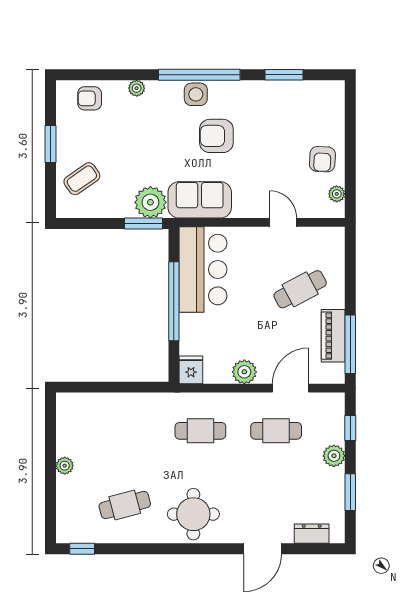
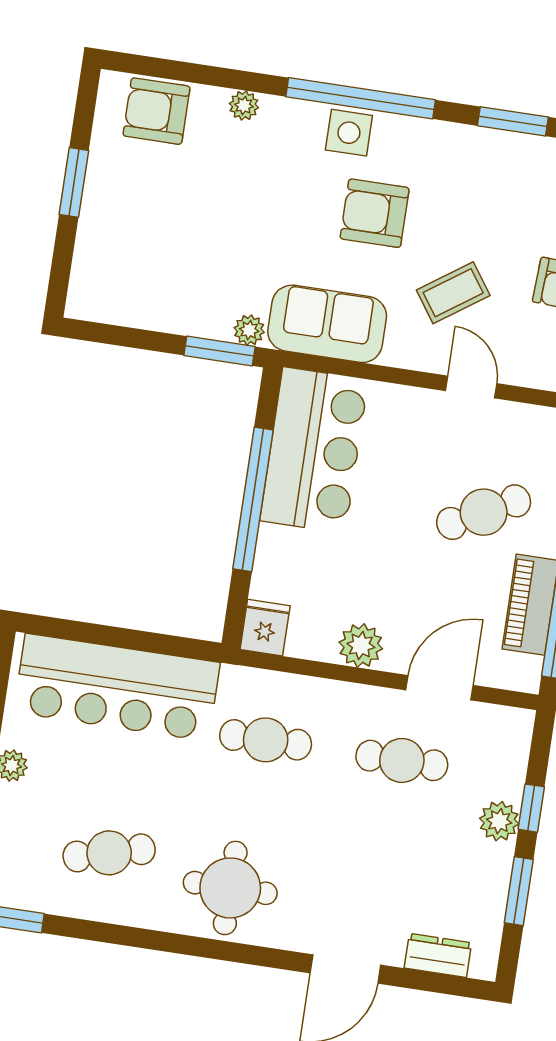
armchair: (90, 98) -> (157, 111), width x1.38, depth x1.38
coffee table: (82, 179) -> (453, 293), moved
plant: (150, 202) -> (249, 330), width x0.53, depth x0.53
bar counter: (115, 415) -> (117, 687), added
window: (350, 428) -> (531, 808), moved

